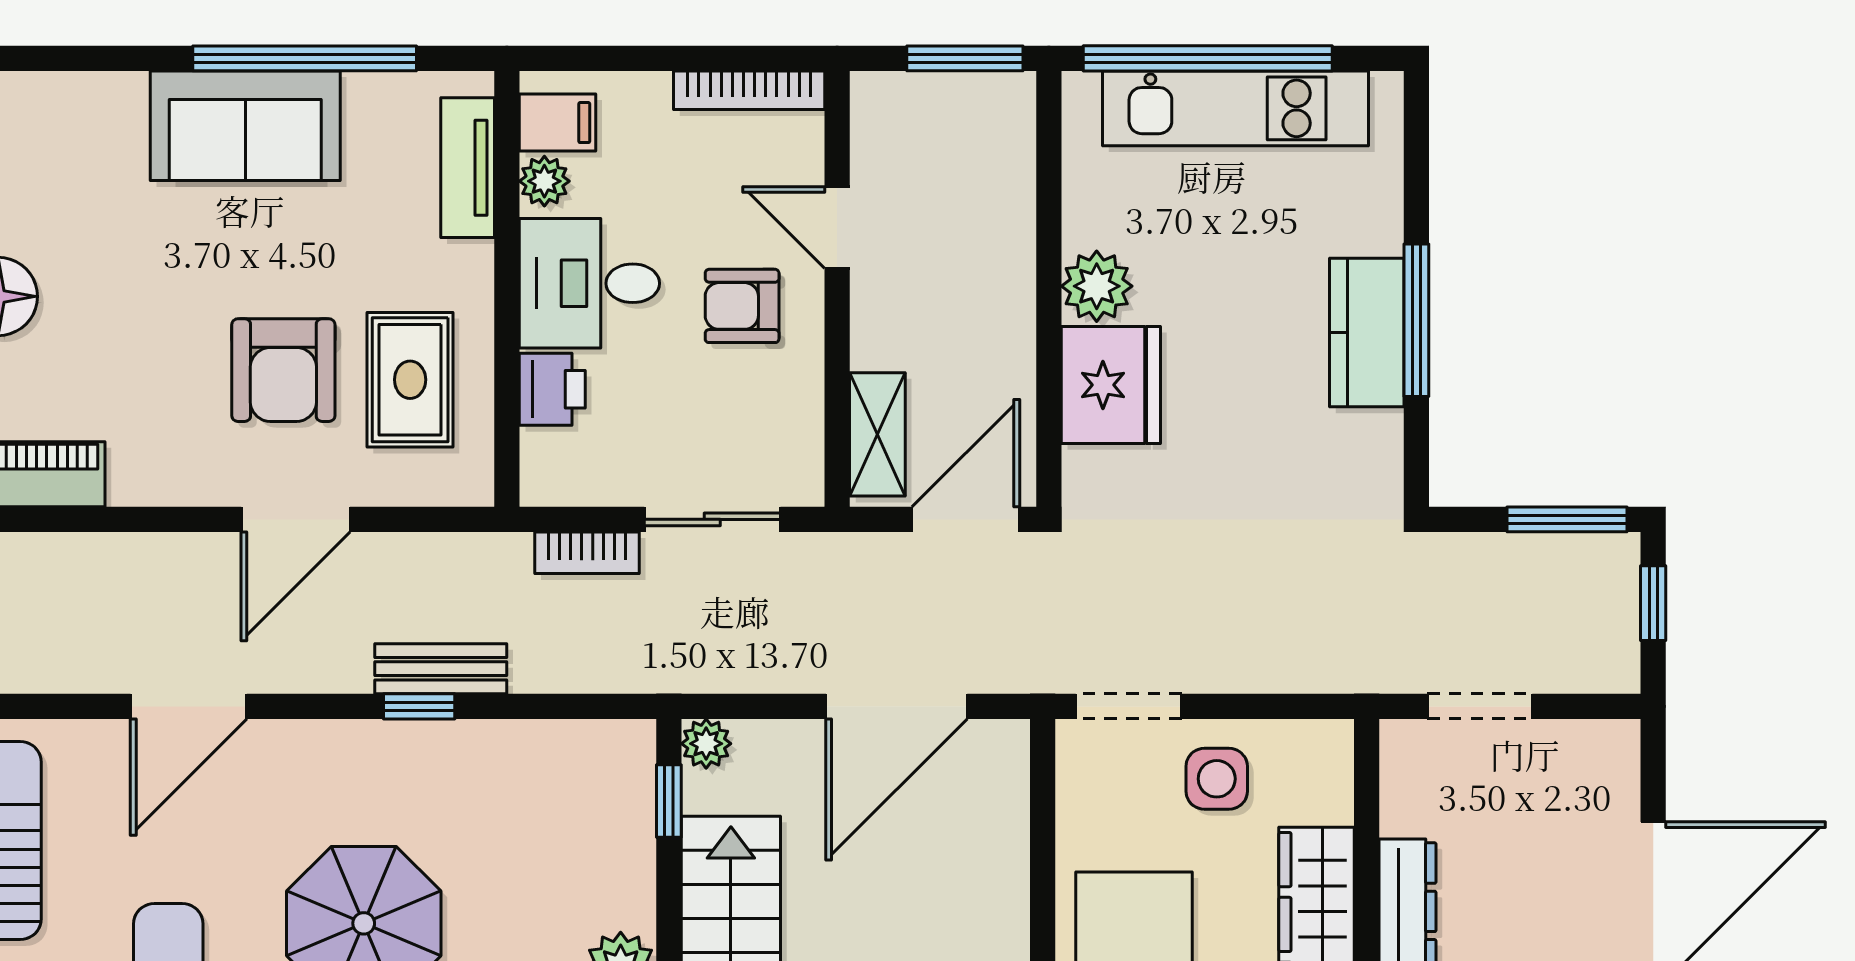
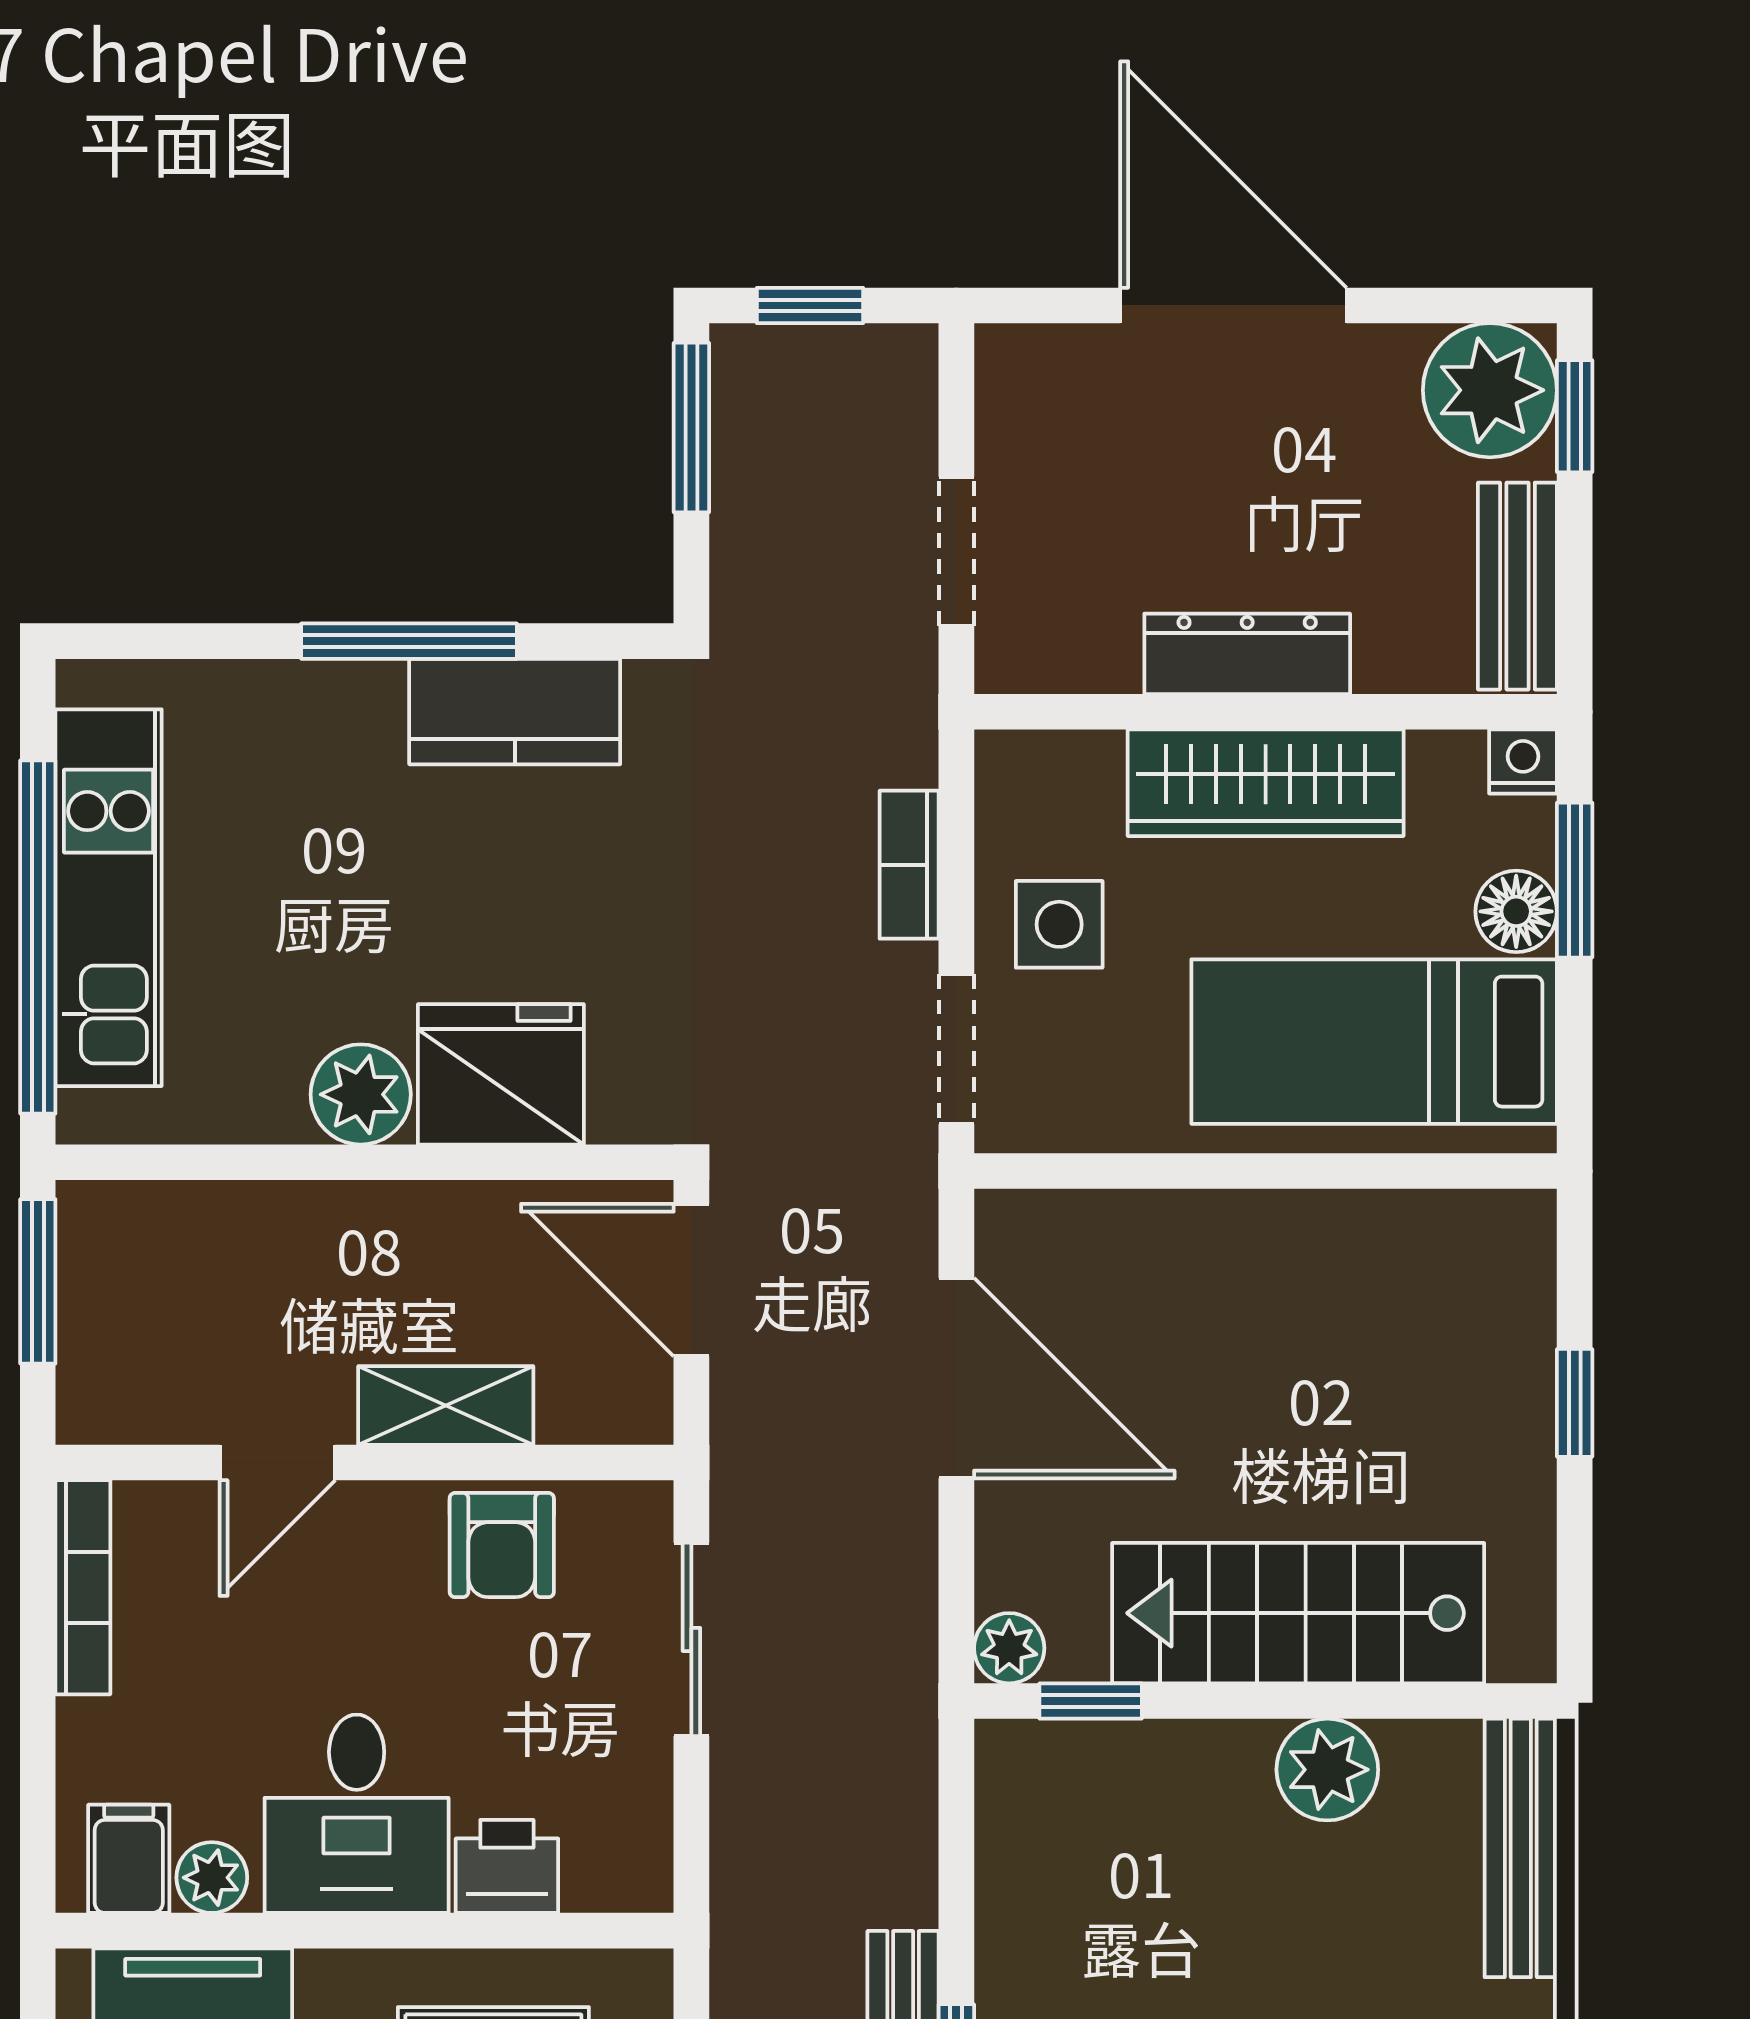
armchair: (742, 306) -> (502, 1545), moved
kitchen counter: (1367, 333) -> (515, 712), moved
shelving: (877, 434) -> (446, 1405), moved
bookcase: (587, 553) -> (909, 865), moved, turned 180

